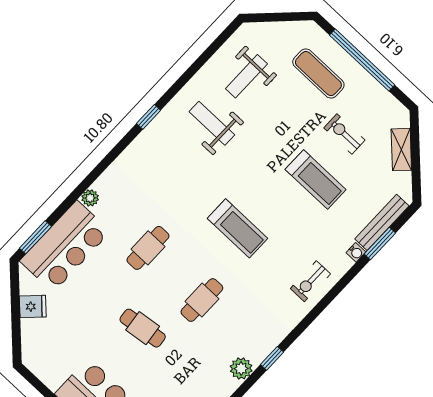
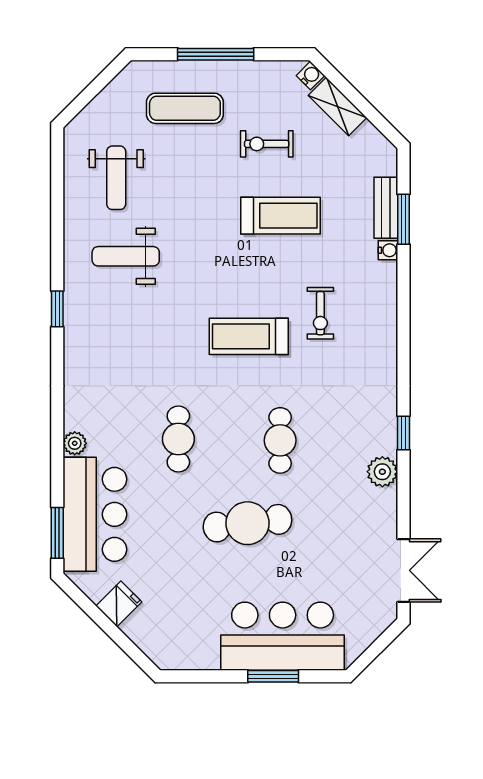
window: (362, 60) -> (216, 54), width x0.68
water cooler: (402, 119) -> (310, 76), added
bench: (382, 222) -> (386, 208), width x0.73
treadmill: (238, 228) -> (249, 336), turned 180
exercise bike: (310, 281) -> (320, 313), moved
cafe table: (143, 328) -> (247, 523), width x1.37, depth x1.35

